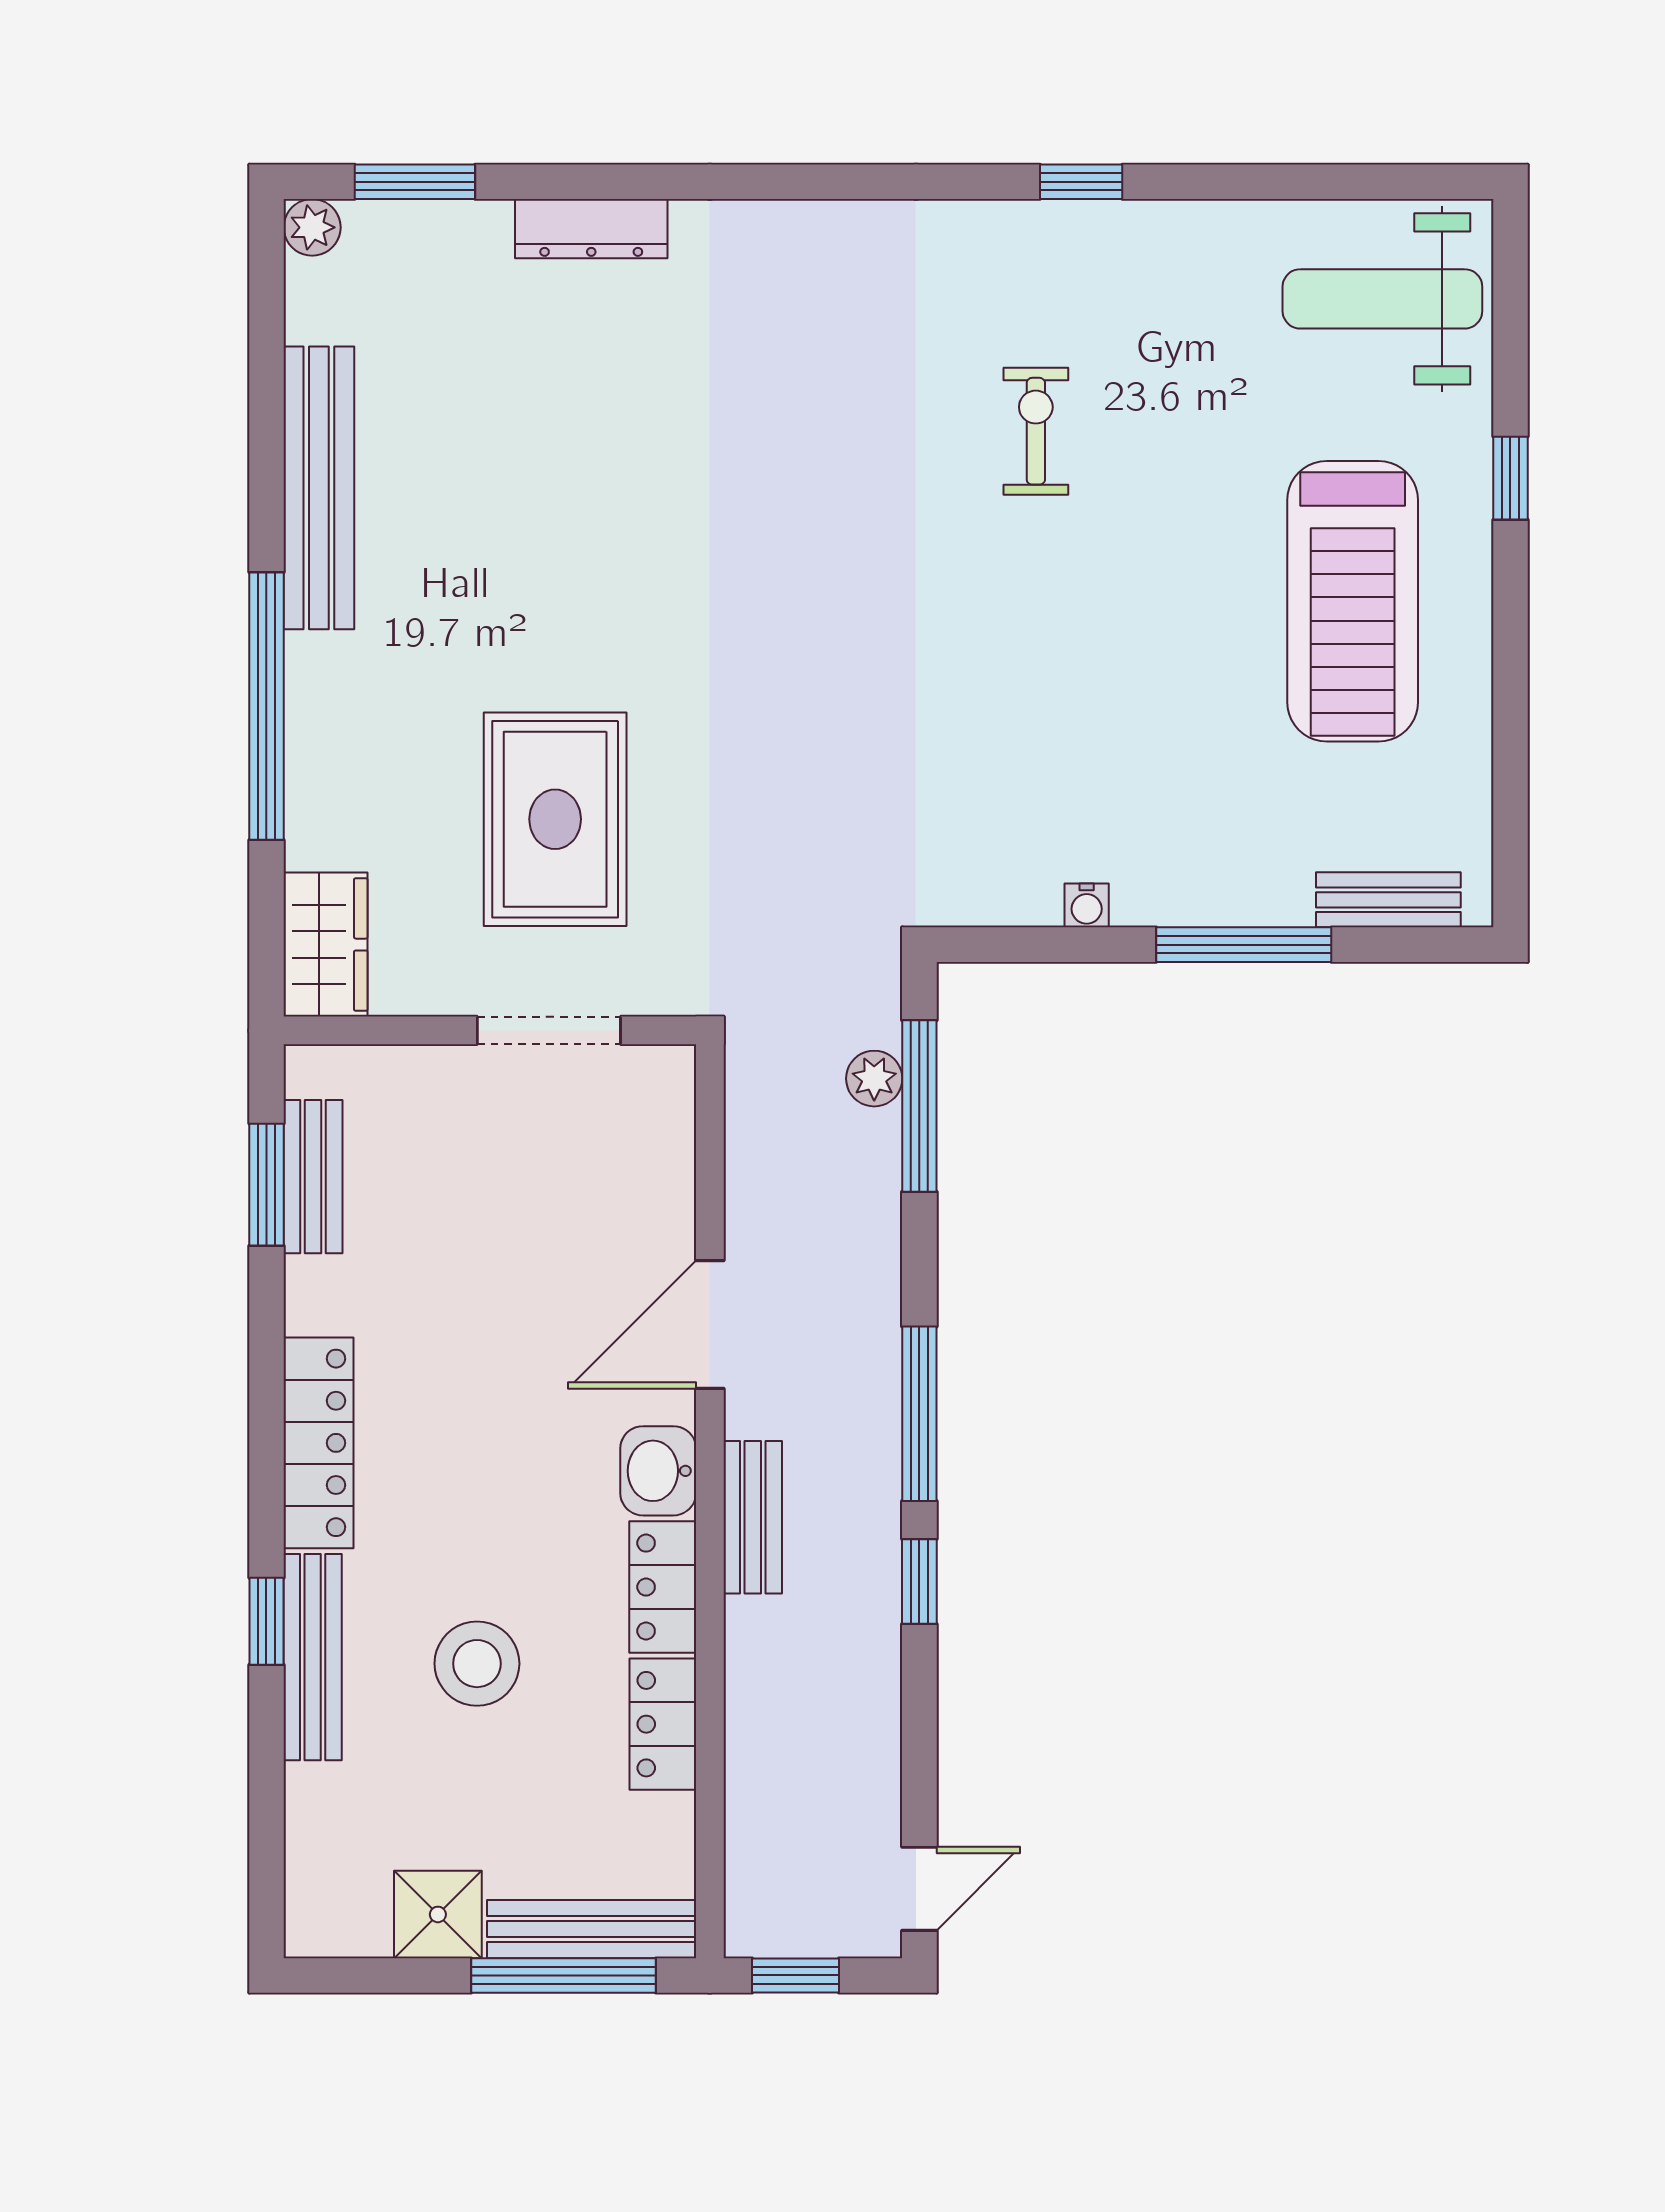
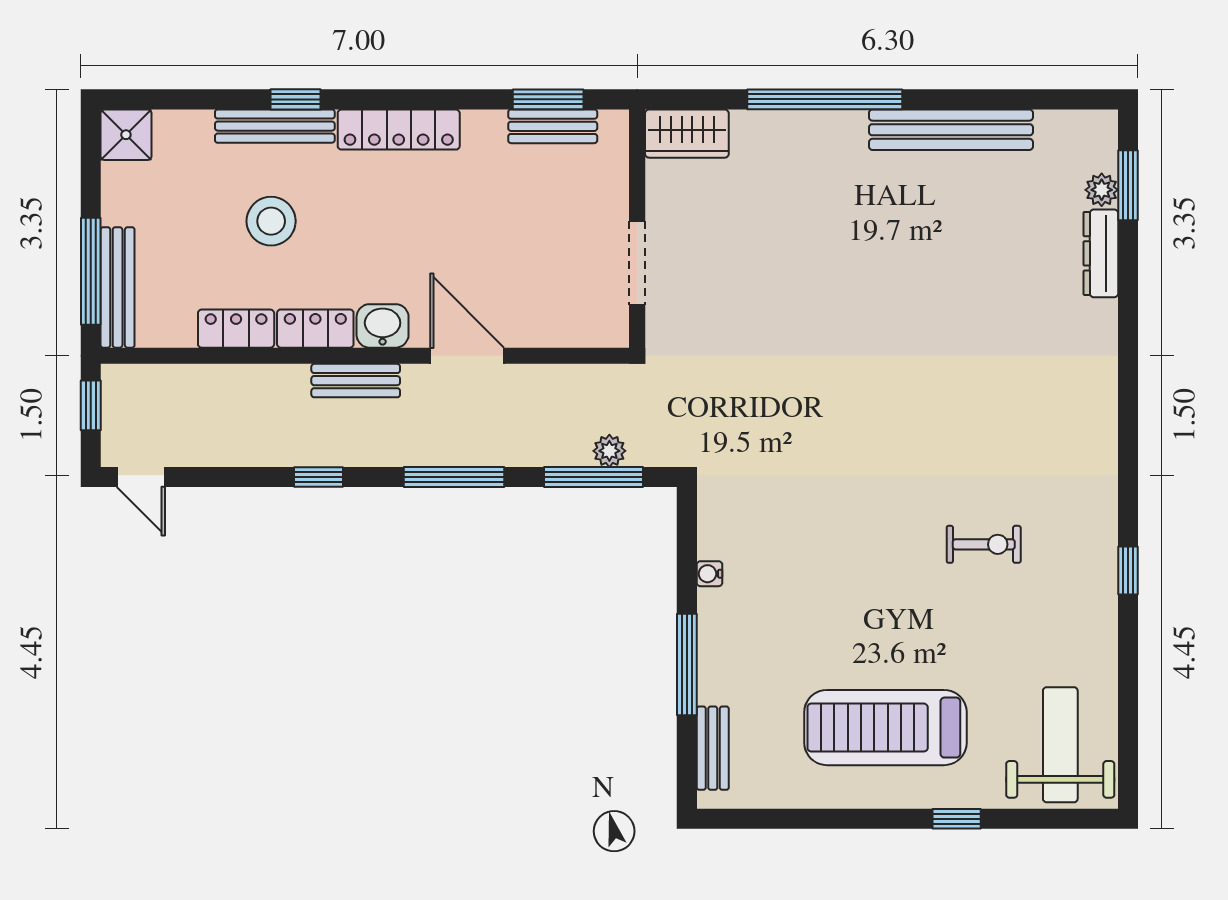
plant: (312, 227) -> (1102, 190), moved
dresser: (591, 229) -> (1101, 253), moved
rug: (555, 819) -> (759, 266), removed
window: (919, 1414) -> (454, 477), moved
shower: (438, 1914) -> (126, 135), moved

